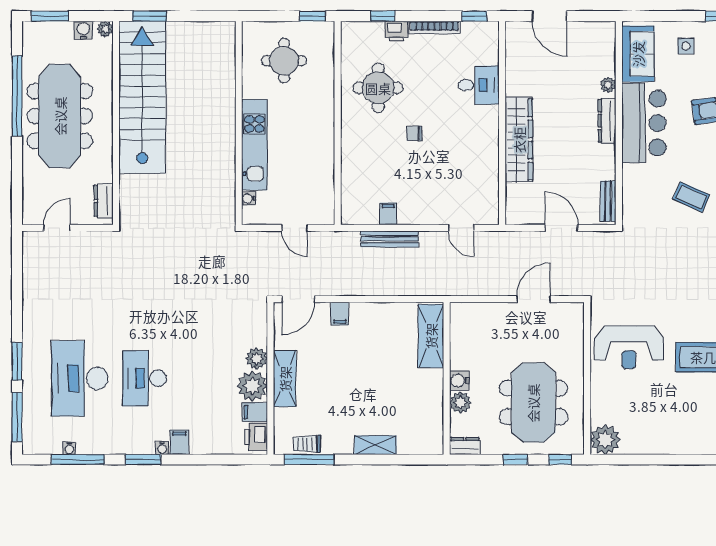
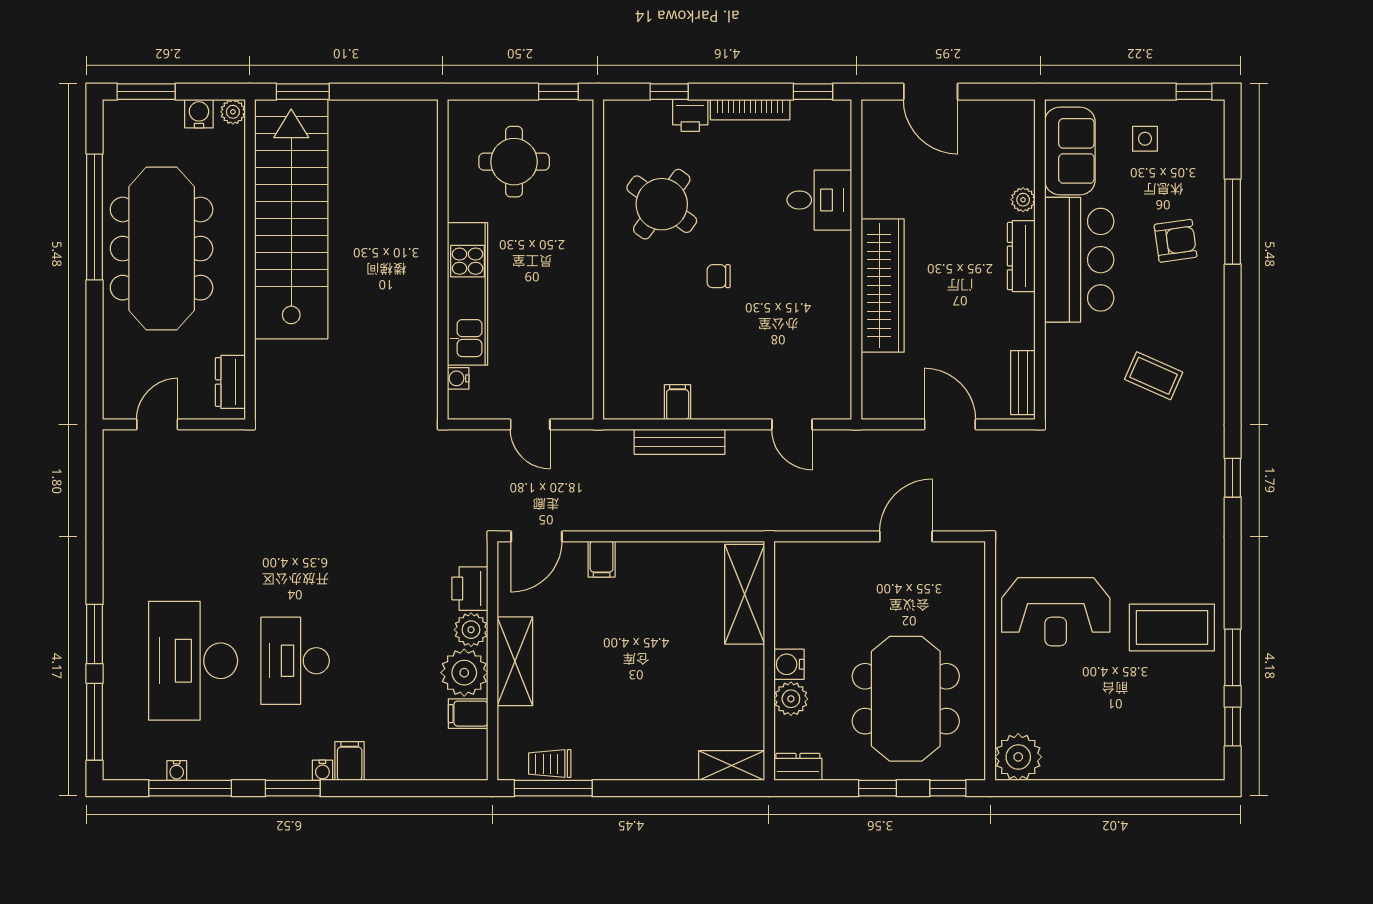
round table: (378, 88) -> (662, 204), turned 36
printer: (256, 437) -> (470, 589), moved
shelving: (375, 445) -> (732, 766), moved

